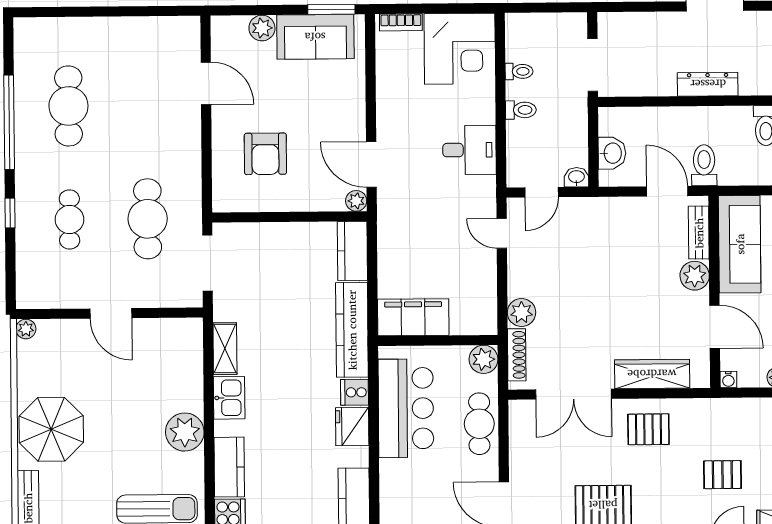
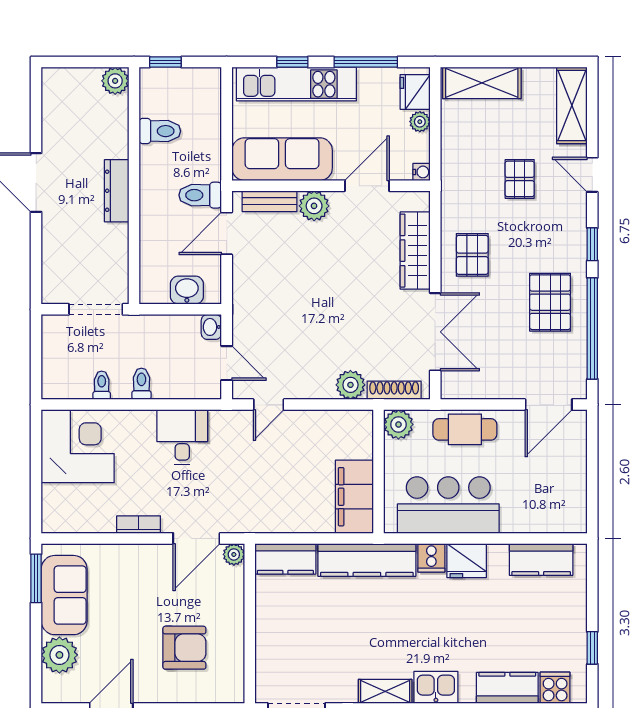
bookcase: (401, 22) -> (139, 525), moved, turned -90
plant: (262, 28) -> (59, 655), width x1.36, depth x1.36

